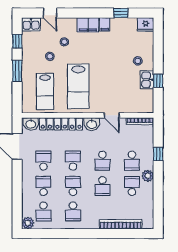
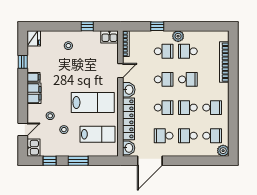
kitchen sink: (147, 80) -> (109, 37), moved
school desk: (73, 161) -> (164, 108), turned 180

